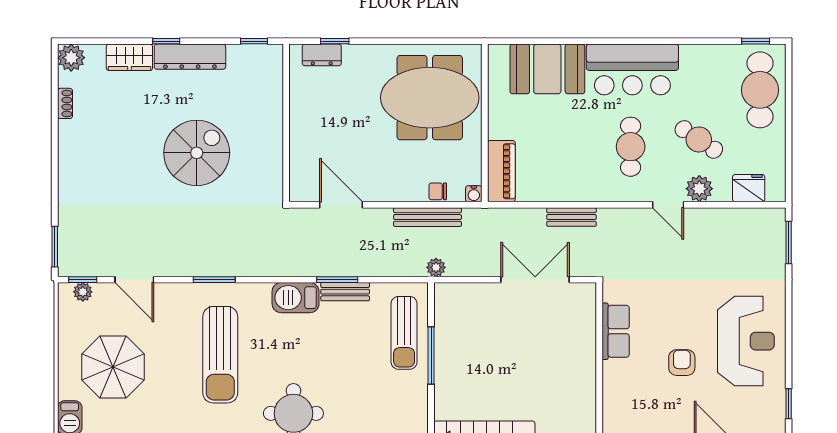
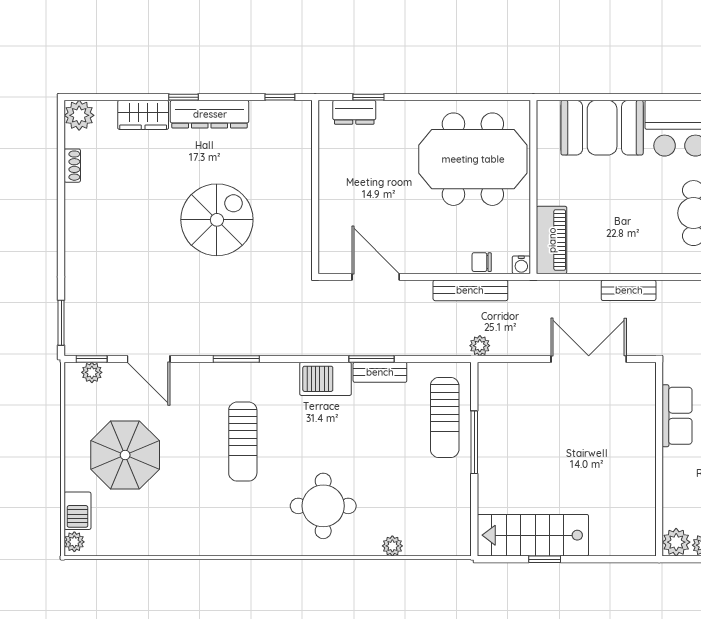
sun lounger: (220, 355) -> (243, 442), width x0.73, depth x0.75

